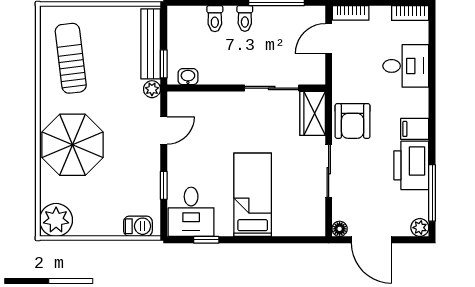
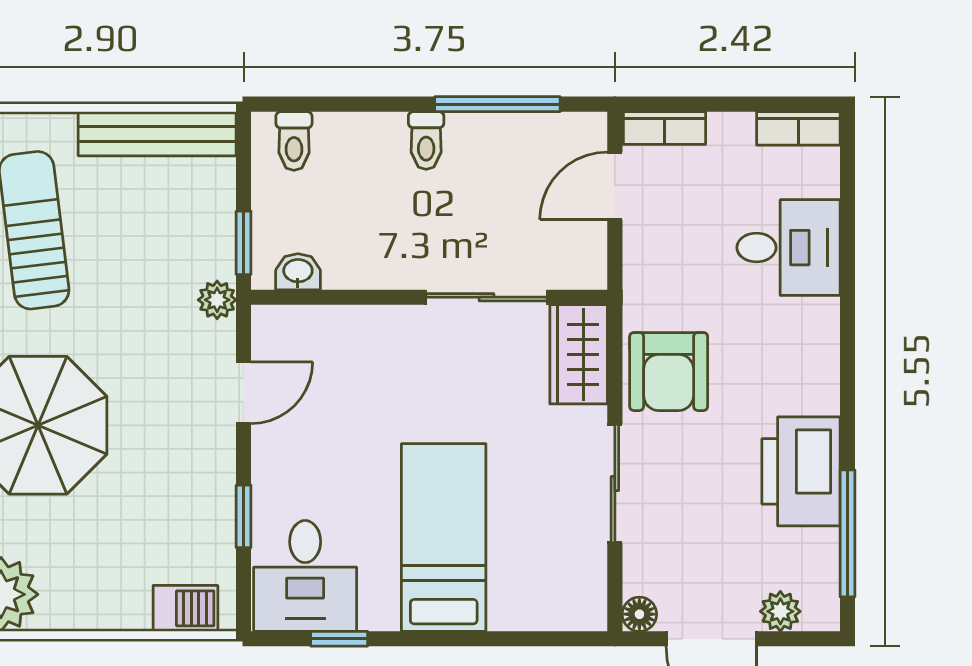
toilet: (215, 19) -> (294, 141), moved
bench: (151, 44) -> (157, 134), moved, turned 90
filing cabinet: (415, 129) -> (809, 389), removed
plant: (420, 228) -> (780, 611), moved

